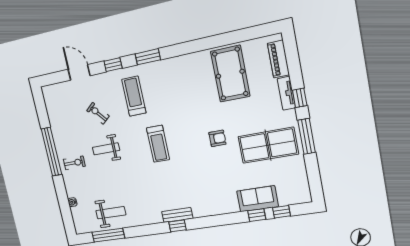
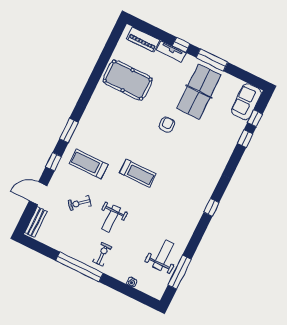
sofa: (258, 199) -> (246, 102), moved
bench: (177, 215) -> (36, 222), moved

